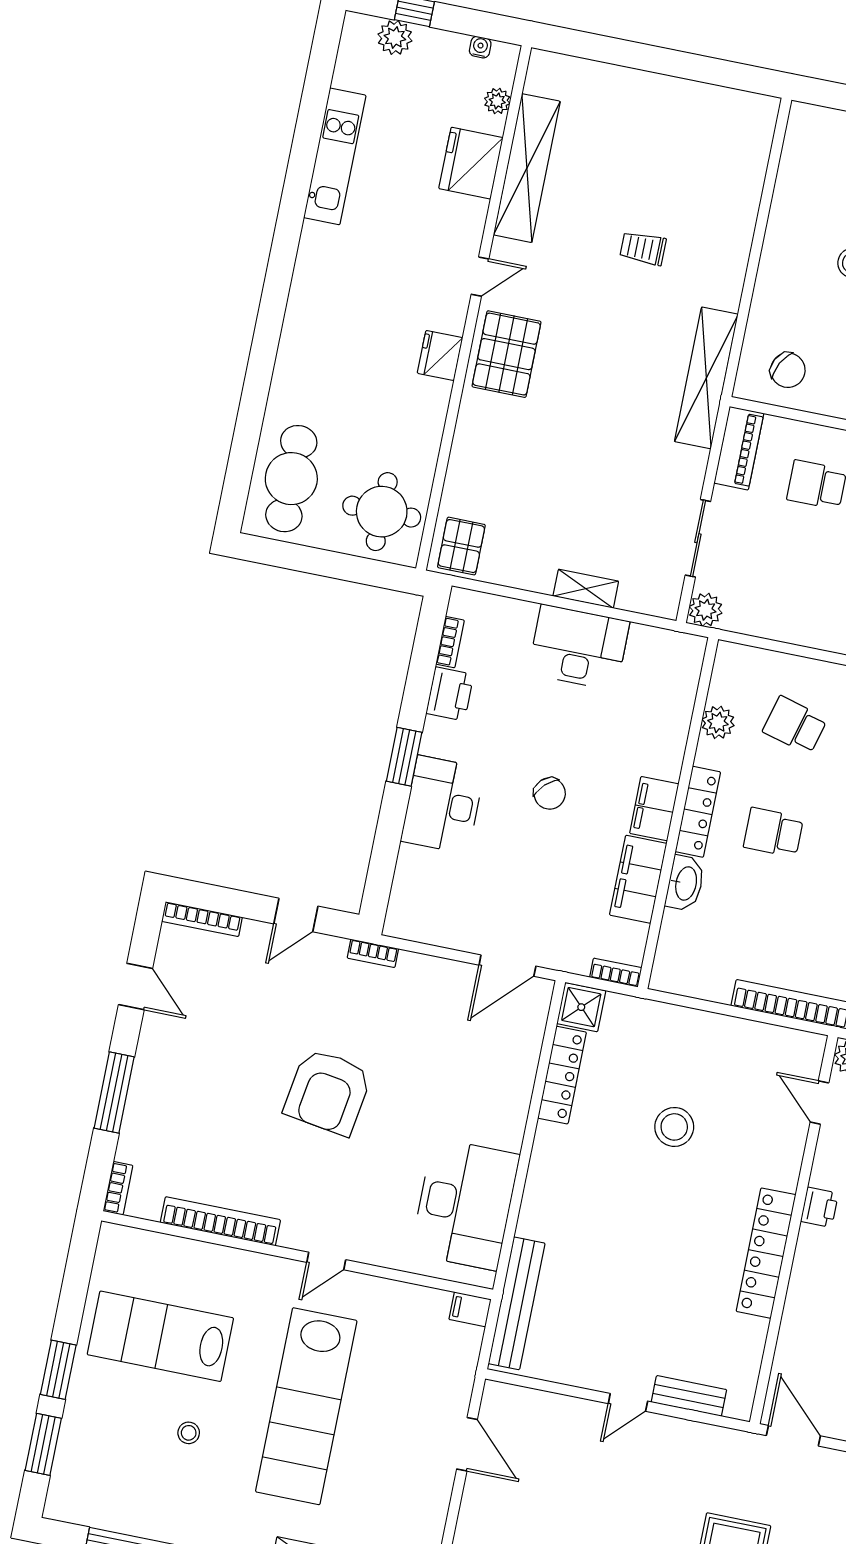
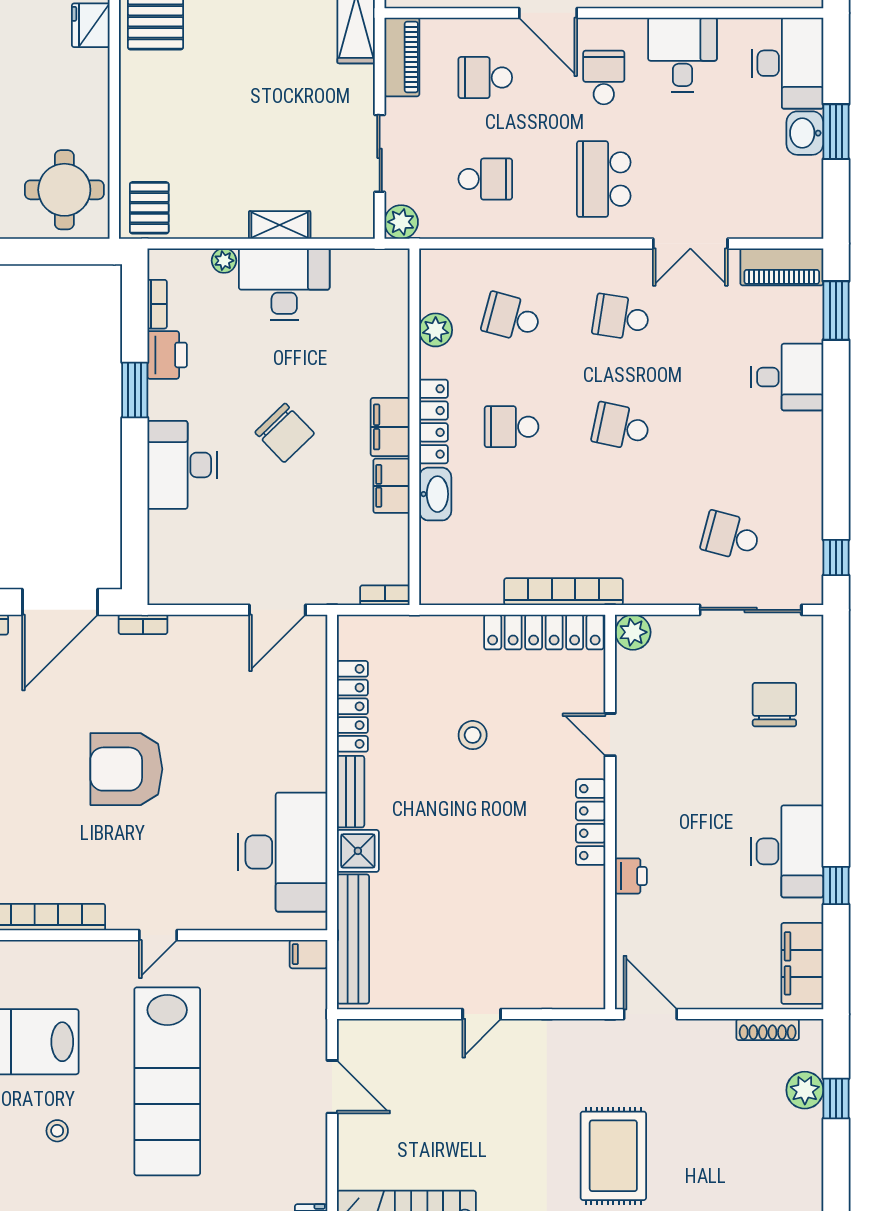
school desk: (797, 584) -> (485, 179), added
plant: (524, 613) -> (224, 261), added
window: (404, 757) -> (135, 390), moved
chair: (550, 793) -> (285, 433), width x1.37, depth x1.37
filing cabinet: (638, 879) -> (391, 486), width x0.67, depth x0.86
door: (296, 915) -> (60, 602), width x1.88
shower: (581, 1007) -> (358, 851), moved
locker: (764, 1040) -> (544, 632), added
armchair: (328, 1092) -> (126, 769), turned 81
door: (819, 1103) -> (610, 735), moved
stool: (674, 1127) -> (473, 735), width x0.73, depth x0.73
printer: (819, 1207) -> (631, 876), moved
locker: (766, 1253) -> (591, 822), width x0.71, depth x0.83
bench: (689, 1396) -> (351, 792), moved, turned 90

